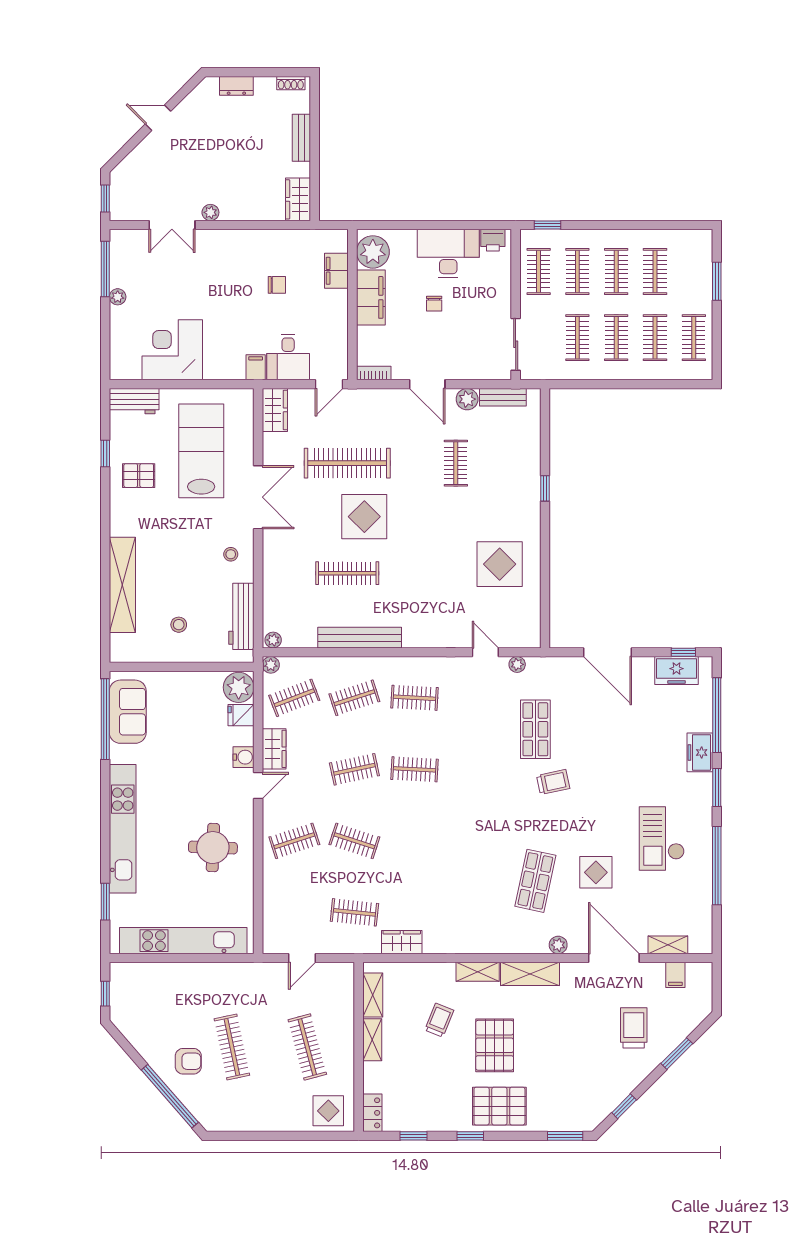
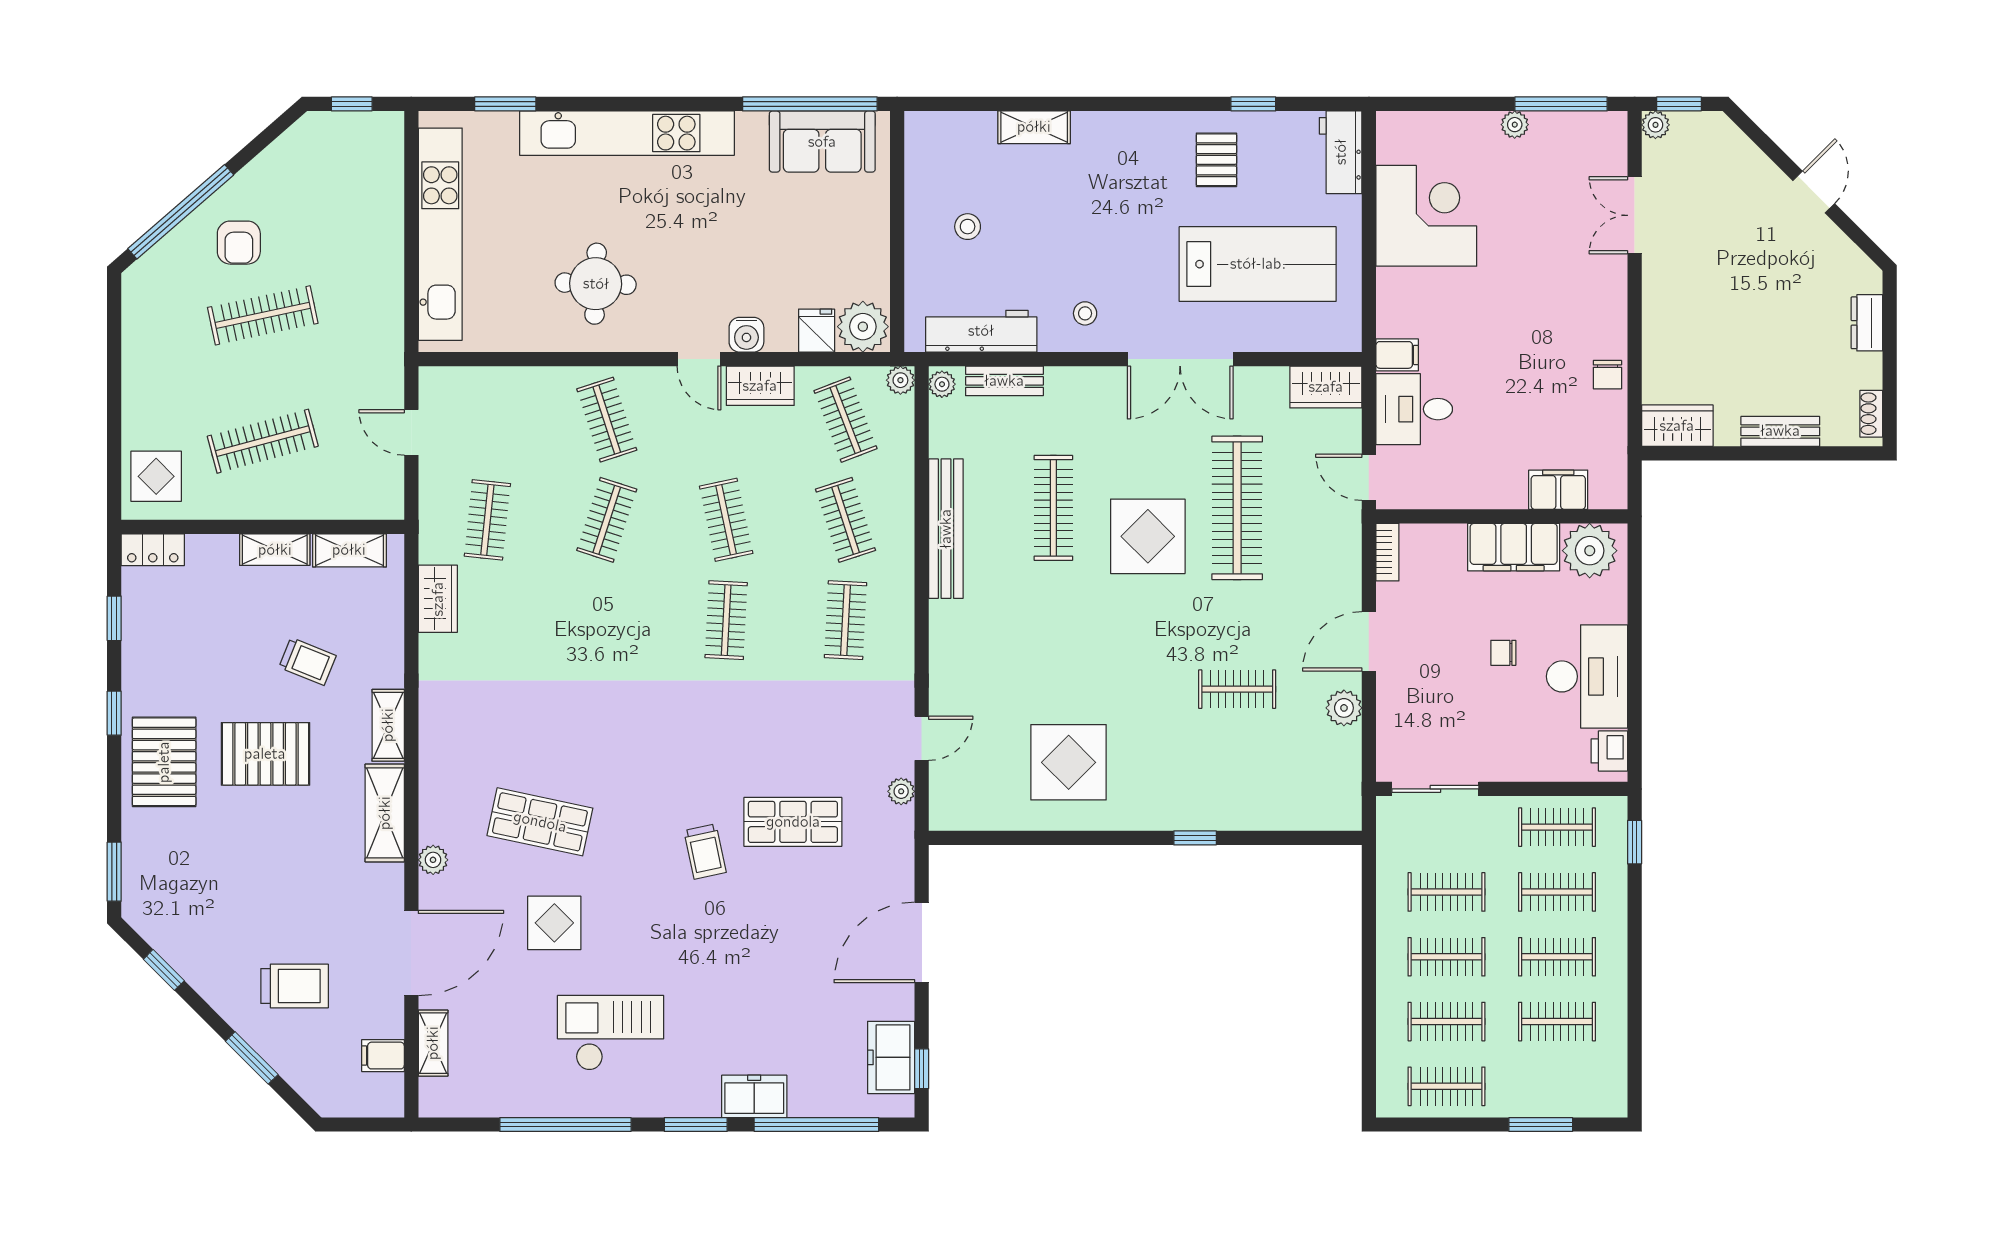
plant: (210, 212) -> (1655, 125), moved
chair: (277, 285) -> (1607, 375), moved
bench: (503, 397) -> (1004, 381), moved, turned 90
shelving: (122, 585) -> (1034, 127), width x0.45, depth x0.75

